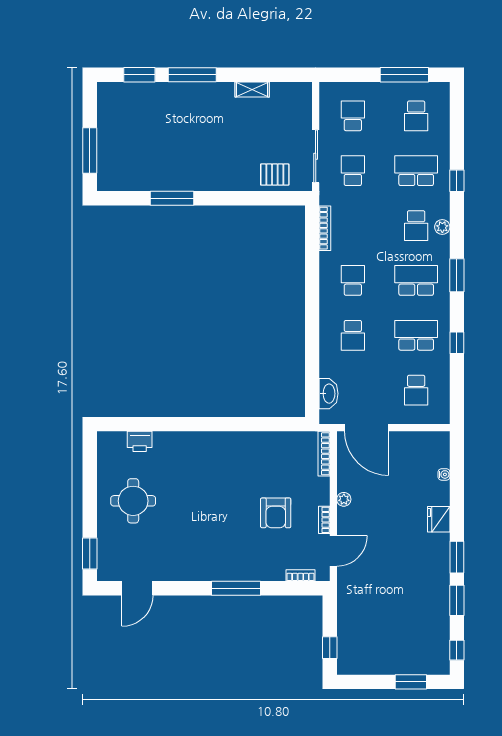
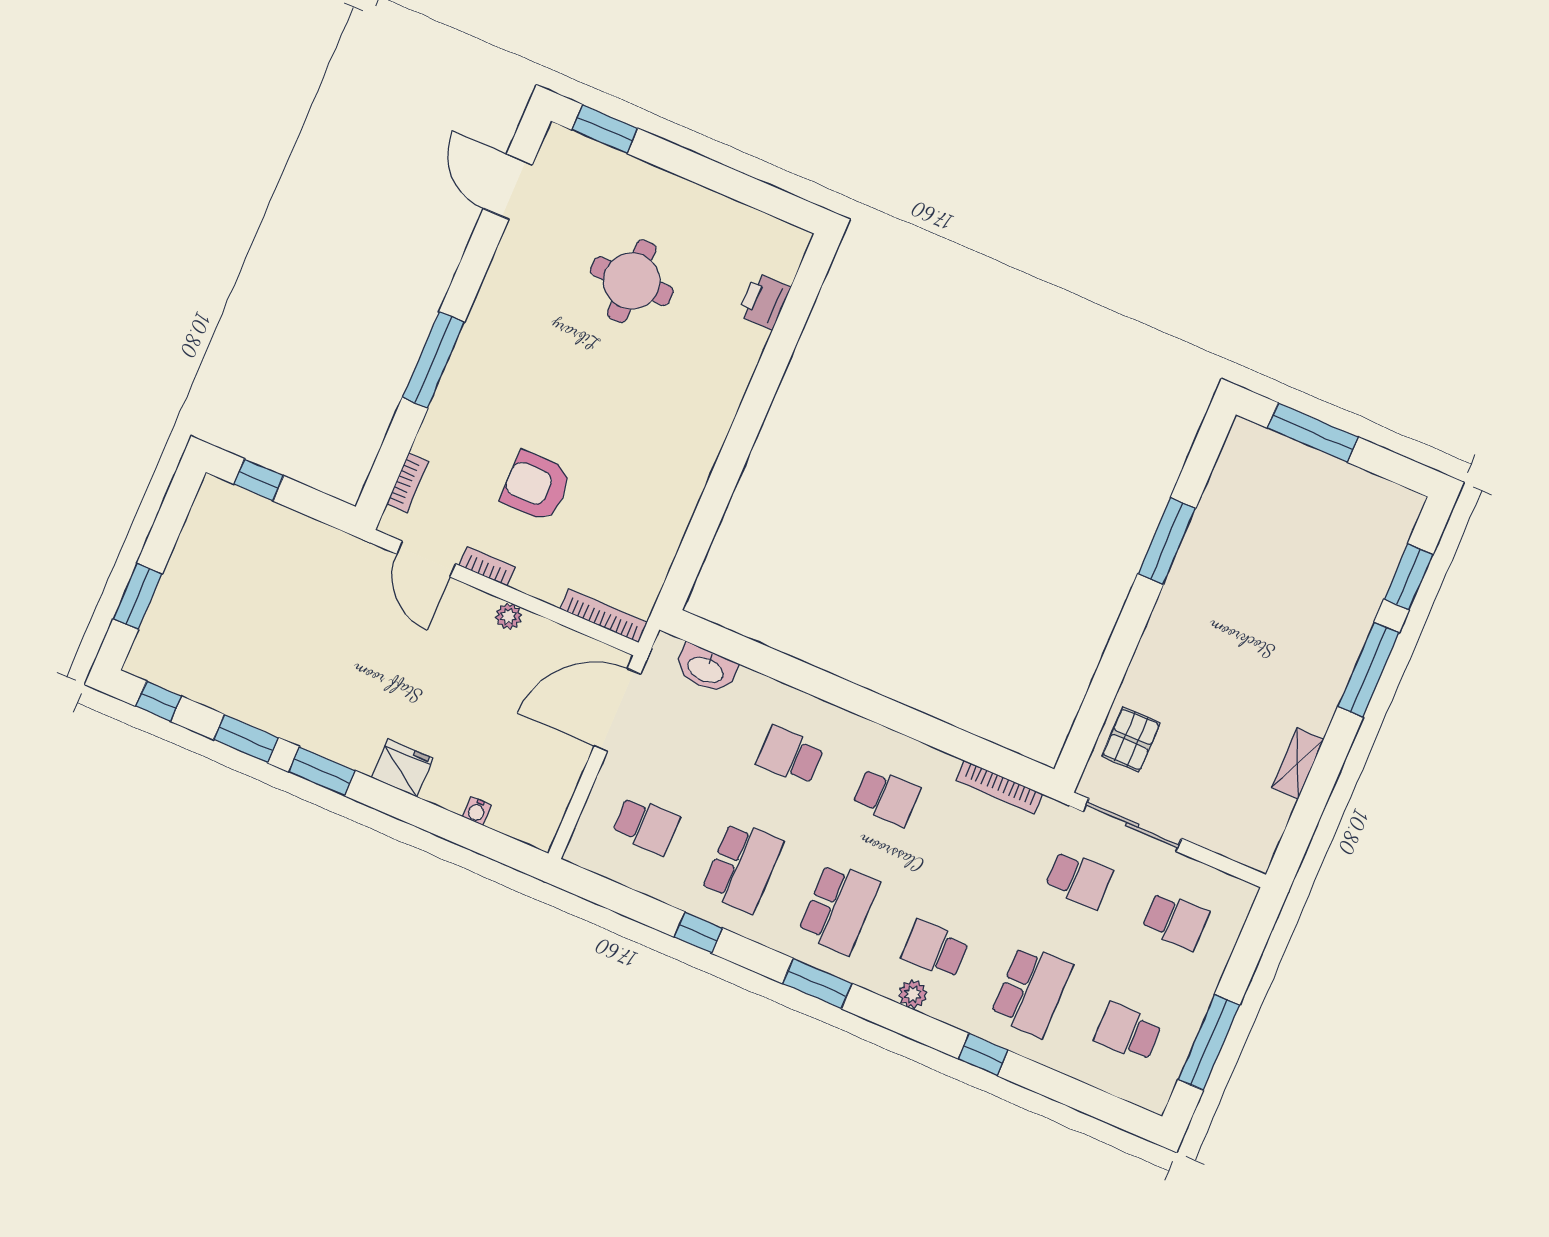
school desk: (416, 390) -> (646, 825), turned 180
round table: (133, 501) -> (632, 281), moved

